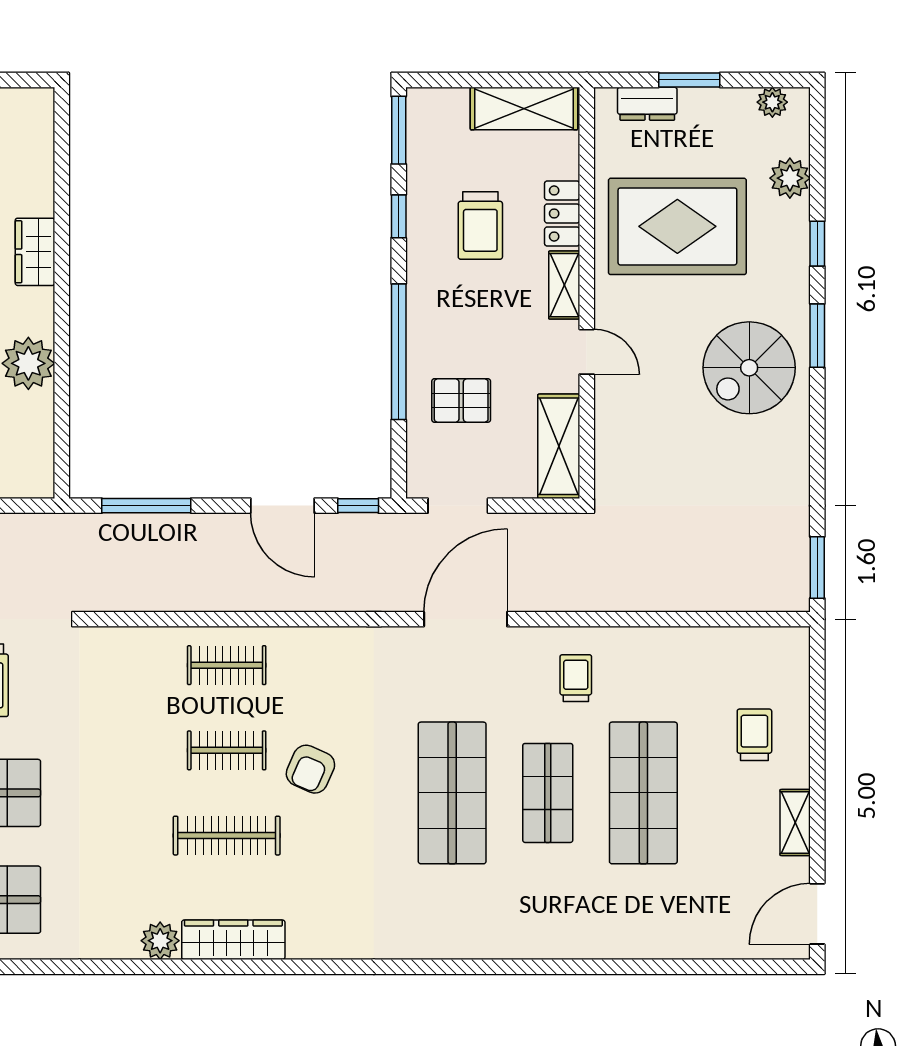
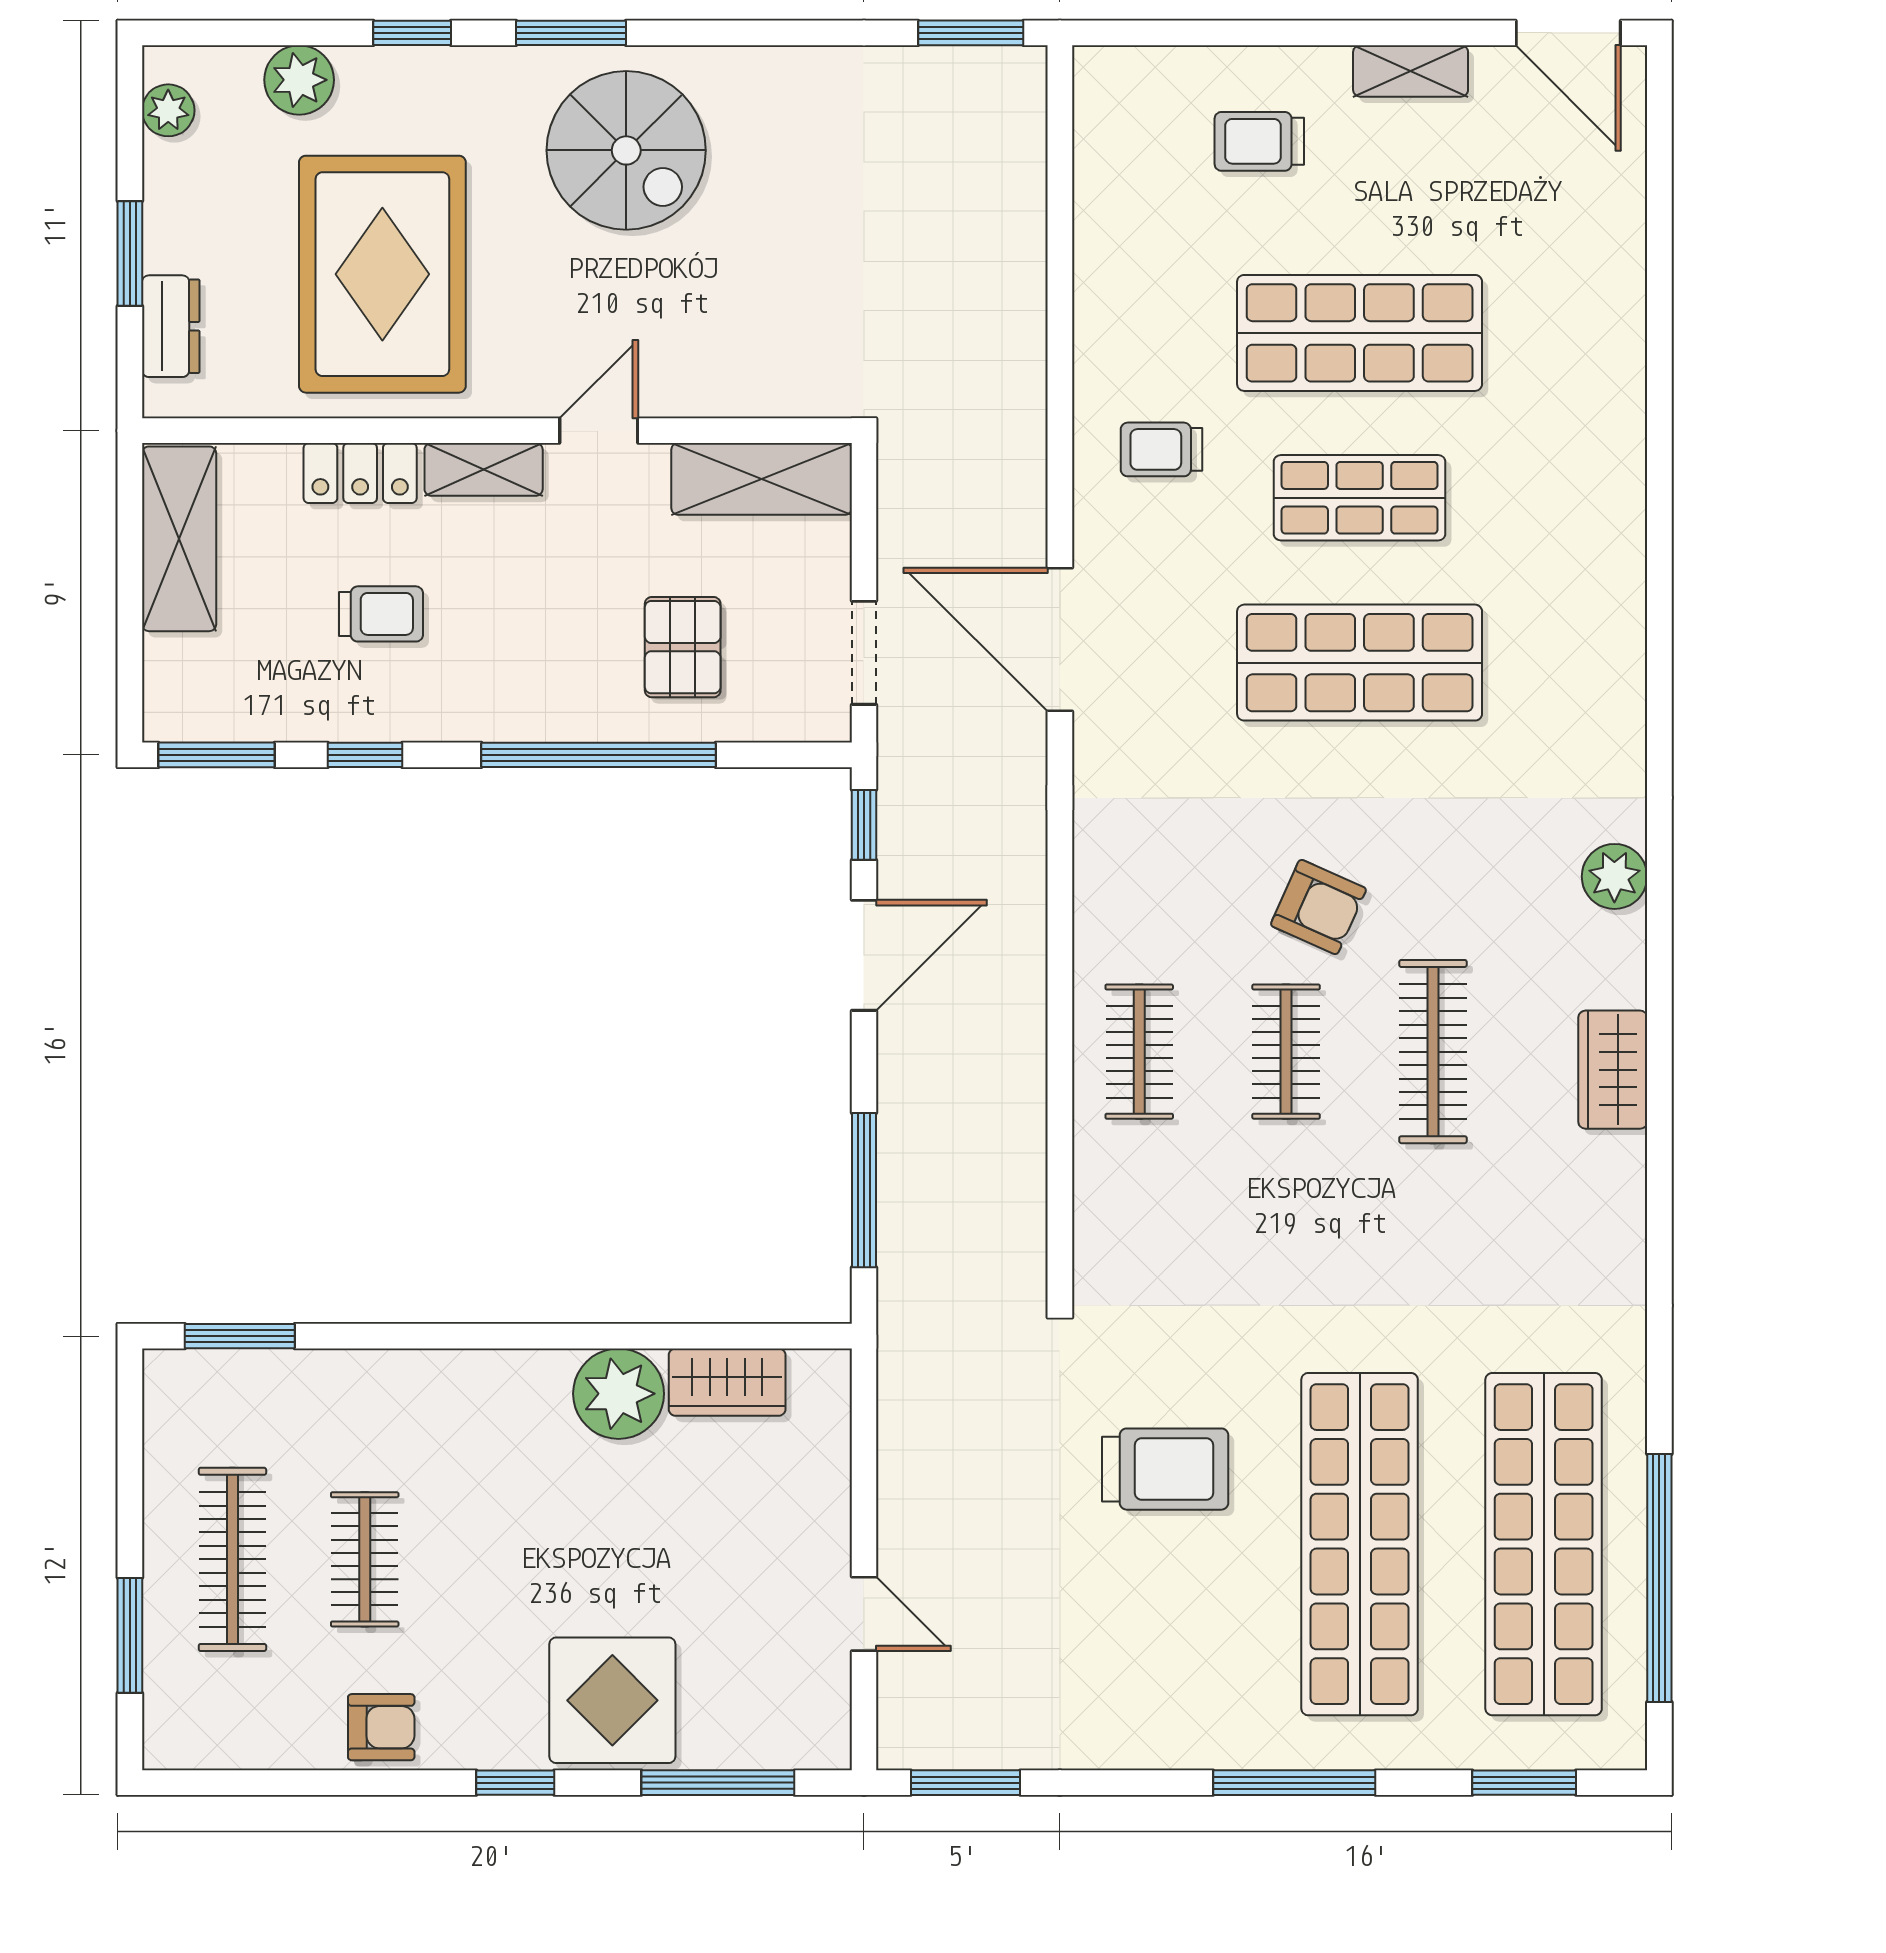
window: (62, 144) -> (240, 1336), added
trolley: (480, 226) -> (381, 614), width x0.73, depth x0.72
wardrobe: (35, 252) -> (727, 1382), moved
wardrobe: (233, 940) -> (1613, 1070), width x0.67
plant: (160, 941) -> (1614, 876), moved

